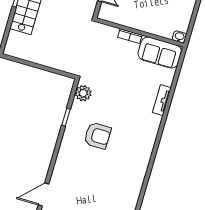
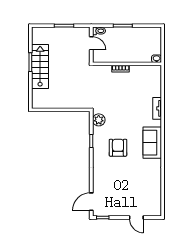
sofa: (160, 53) -> (152, 143), moved, turned 90
armchair: (97, 136) -> (118, 148), turned -90

